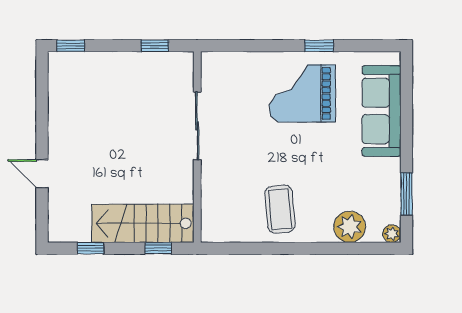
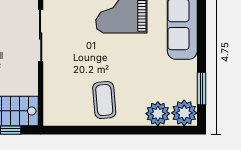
plant: (392, 234) -> (184, 113), width x1.88, depth x1.88

